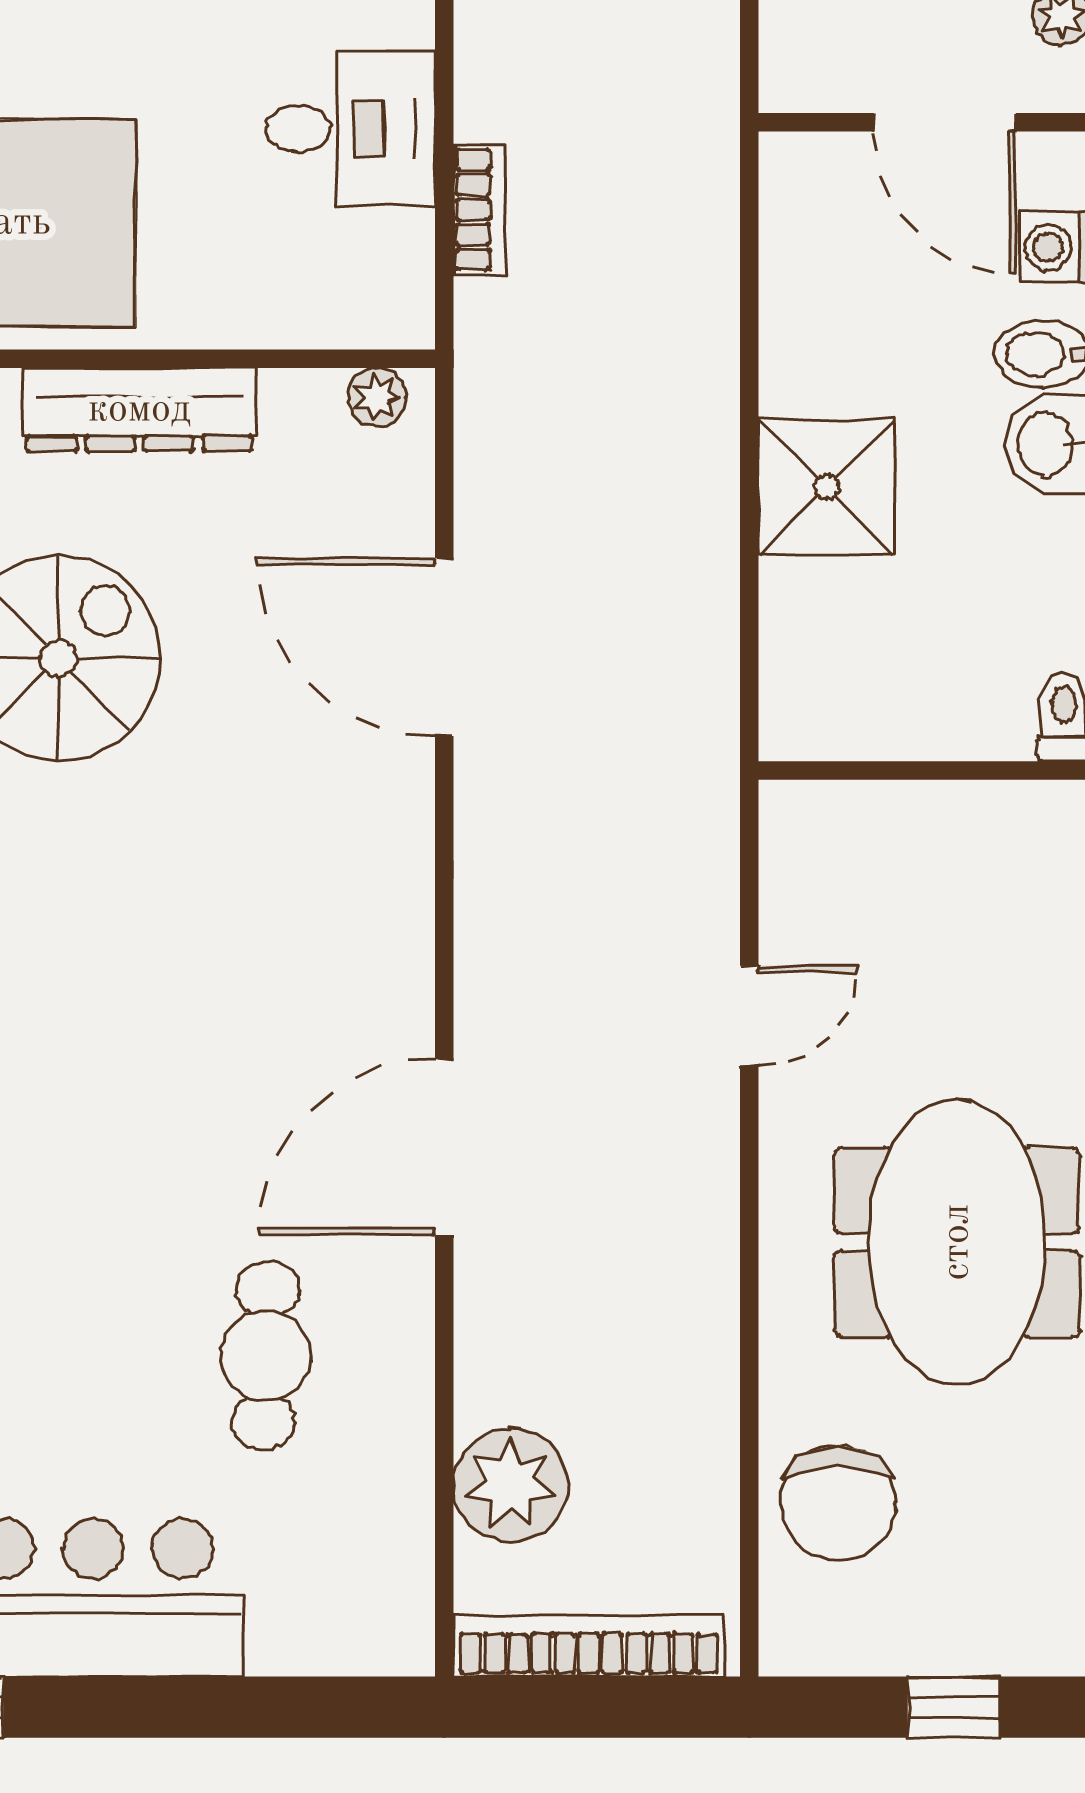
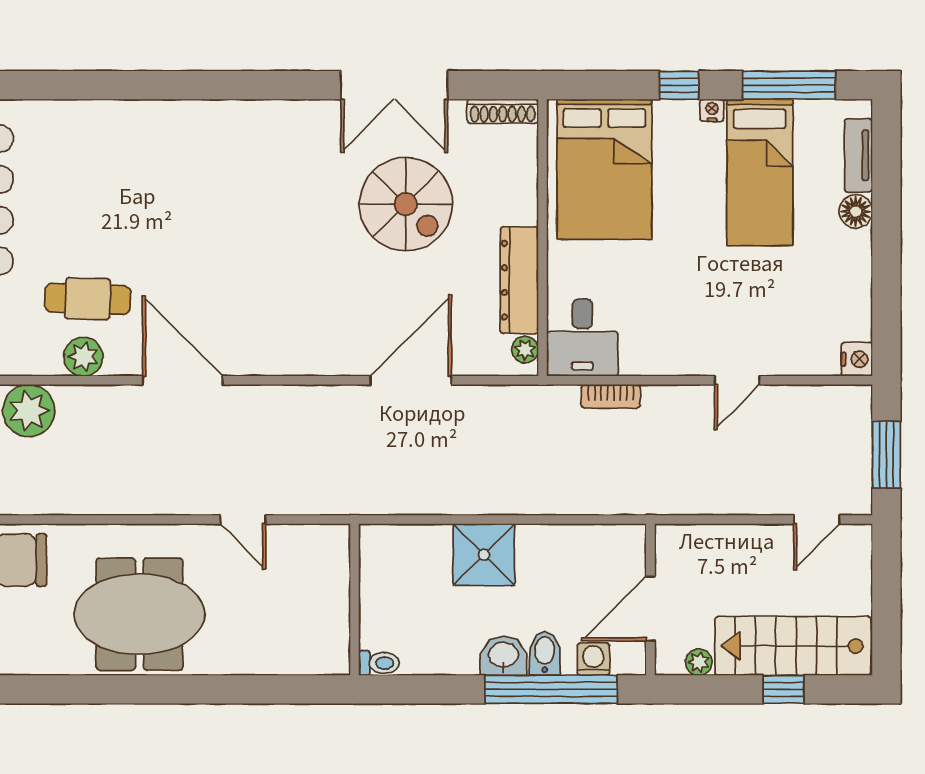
desk: (351, 129) -> (582, 338), moved
dresser: (139, 410) -> (519, 280), moved
plant: (392, 1365) -> (83, 357), added

